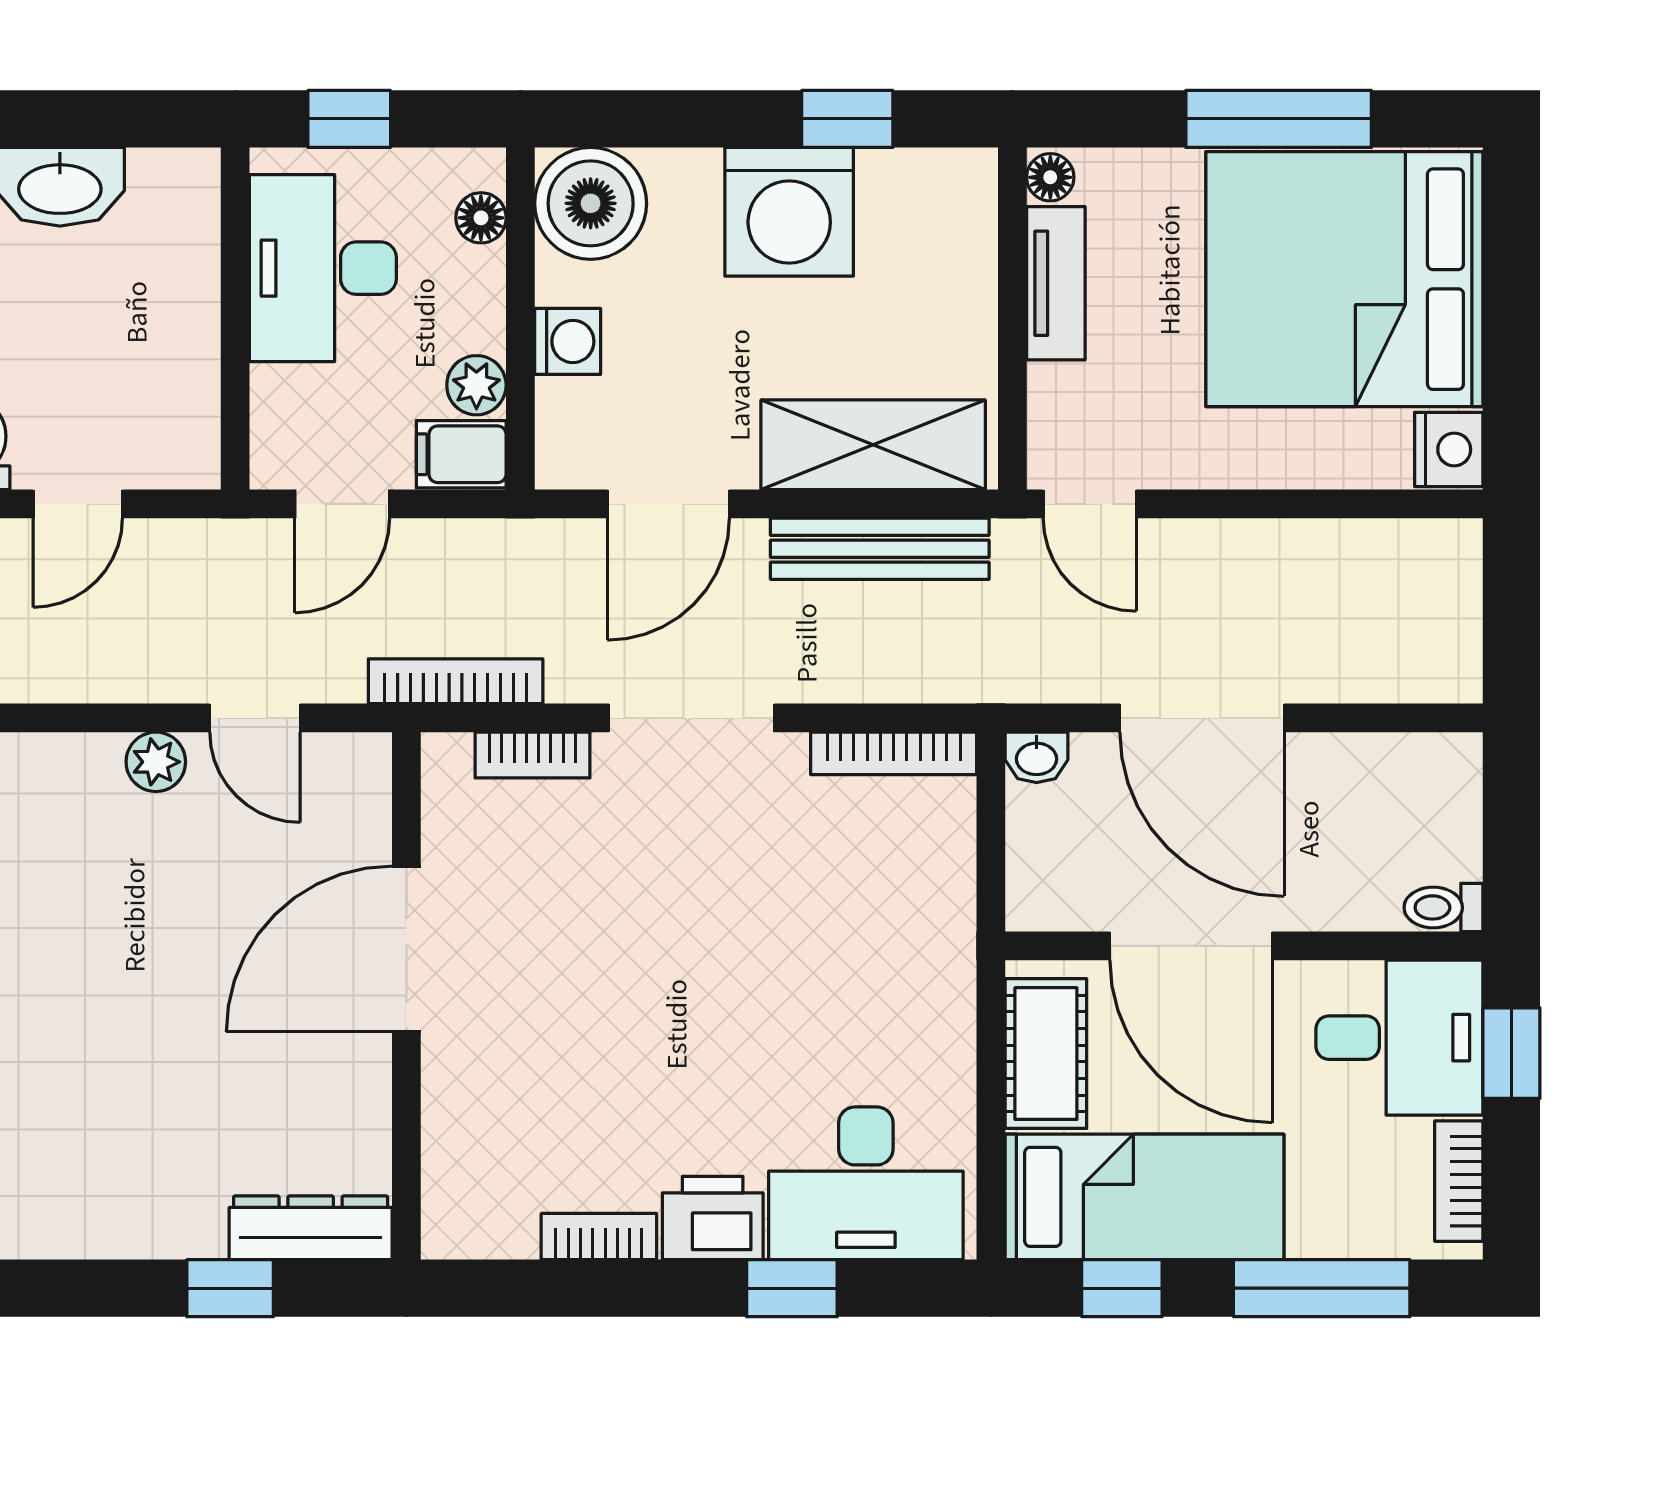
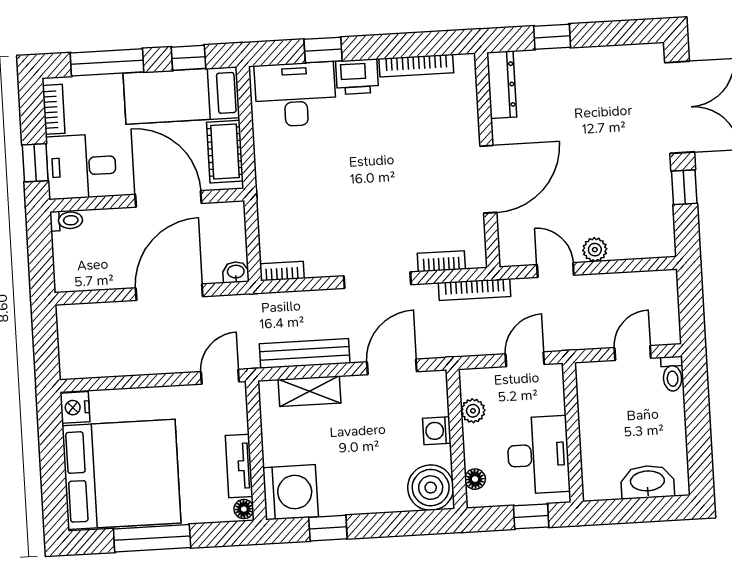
washing machine: (789, 212) -> (291, 492), moved, turned 90
shelving: (873, 445) -> (309, 391), width x0.67, depth x0.75
filing cabinet: (461, 454) -> (478, 382), removed
door: (1090, 504) -> (220, 377), hinge flipped
door: (1202, 718) -> (169, 292), hinge flipped
bookcase: (894, 753) -> (282, 271), width x0.64
dresser: (311, 1228) -> (502, 85), moved, turned -90
bookcase: (599, 1237) -> (416, 66), width x1.56

